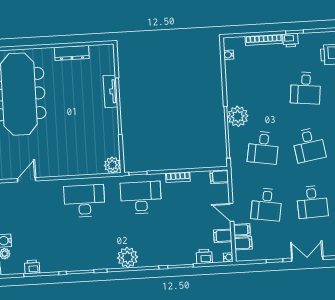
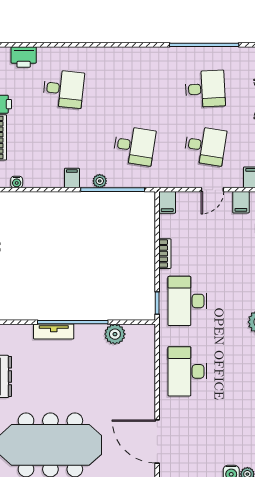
plant: (238, 116) -> (100, 181), width x0.53, depth x0.53
desk: (309, 145) -> (134, 89), removed
plant: (112, 165) -> (115, 334), moved
door: (27, 180) -> (157, 441), width x1.87
filing cabinet: (242, 230) -> (72, 178), moved

